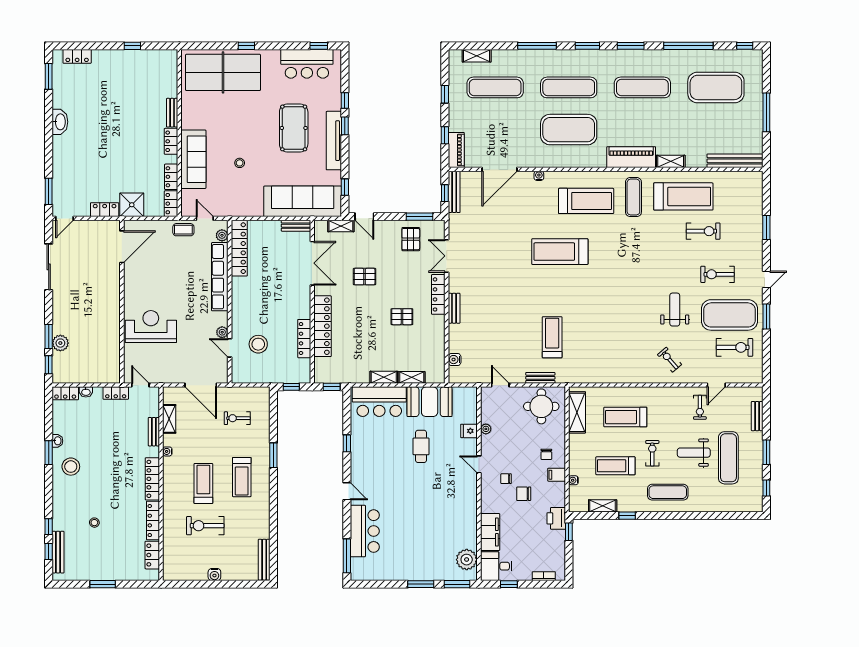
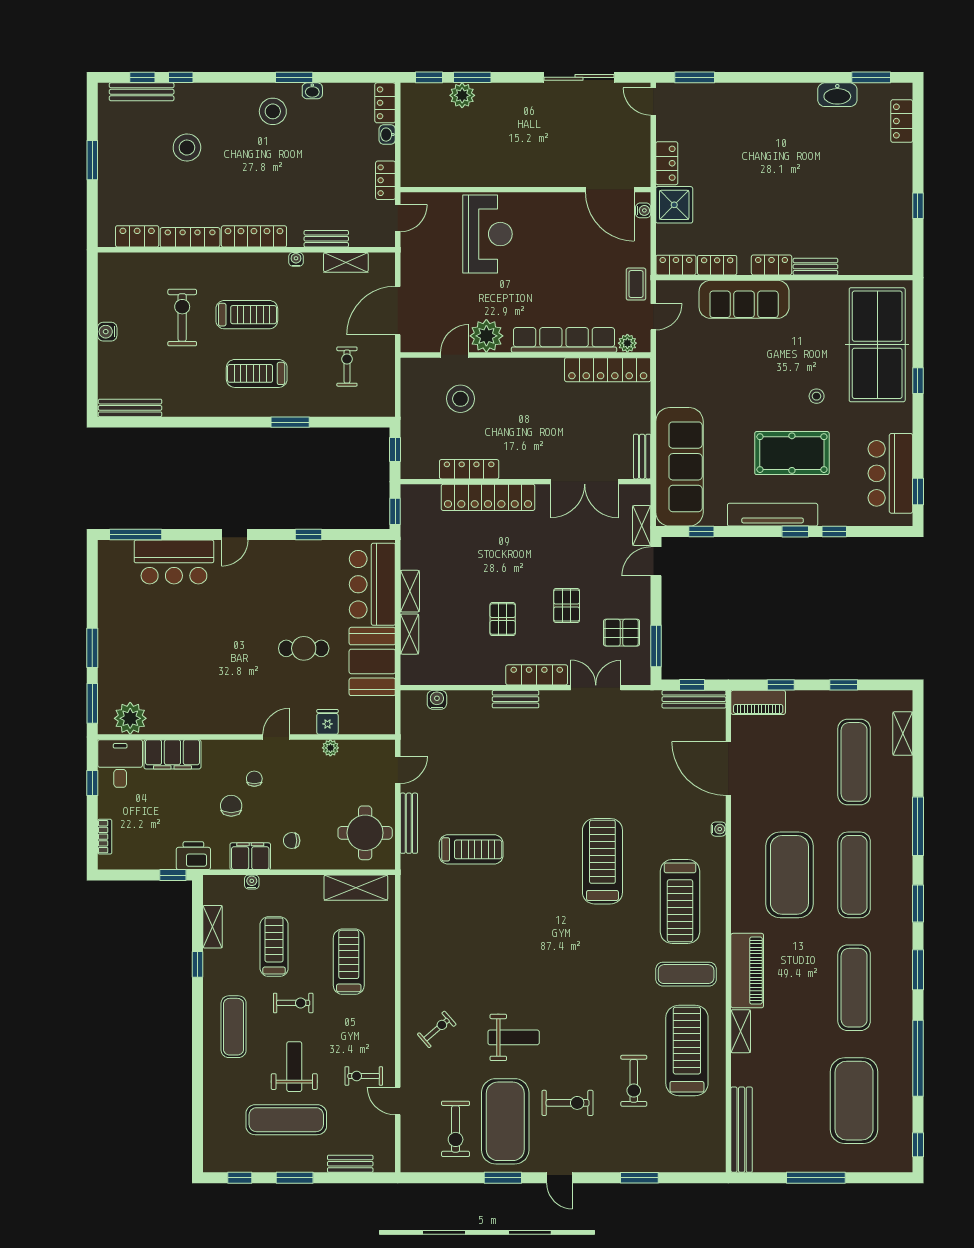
washbasin: (60, 122) -> (837, 95), moved
stool: (240, 163) -> (817, 396), moved
treadmill: (683, 196) -> (687, 1051), turned 180
water cooler: (135, 225) -> (643, 210), added
exercise bike: (717, 274) -> (568, 1103), turned 90
pallet: (365, 277) -> (567, 606), moved
plant: (222, 332) -> (486, 336), width x1.88, depth x1.88
bench: (540, 378) -> (409, 823), width x1.36
filing cabinet: (557, 475) -> (250, 856), width x2.00
stool: (94, 523) -> (187, 148), width x1.89, depth x1.89

